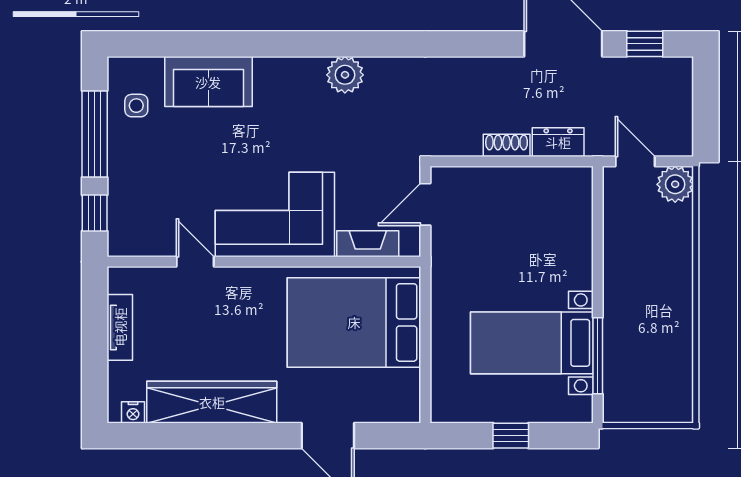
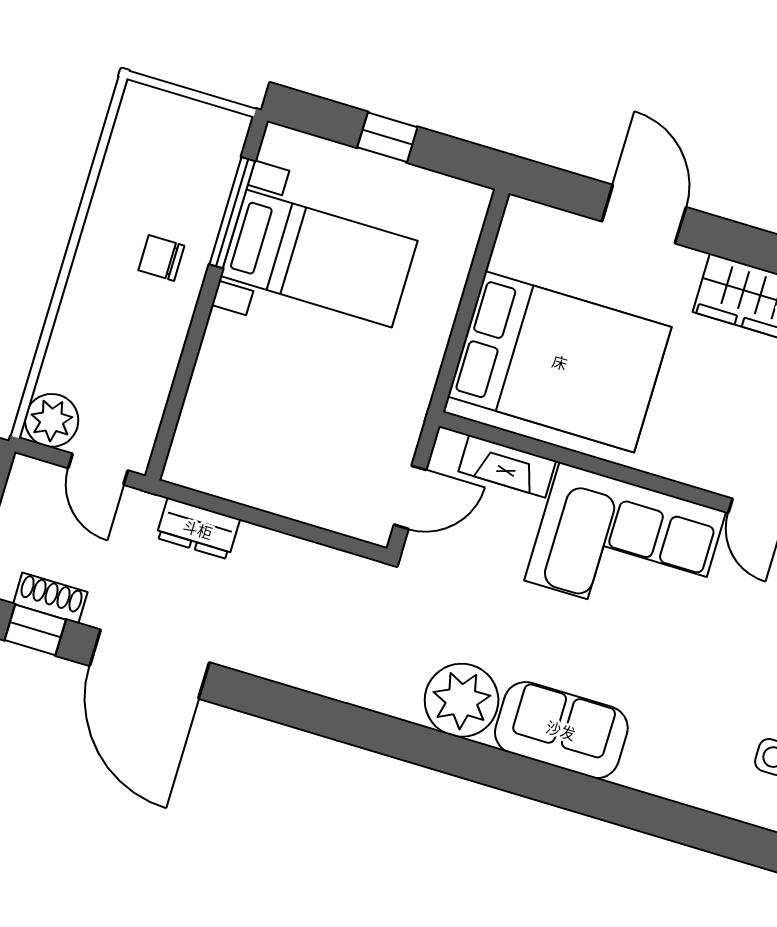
plant: (345, 75) -> (462, 700), width x1.36, depth x1.36
sofa: (208, 82) -> (561, 730), moved
shoe rack: (507, 145) -> (50, 598), moved, turned 180
chair: (635, 312) -> (161, 258), added

